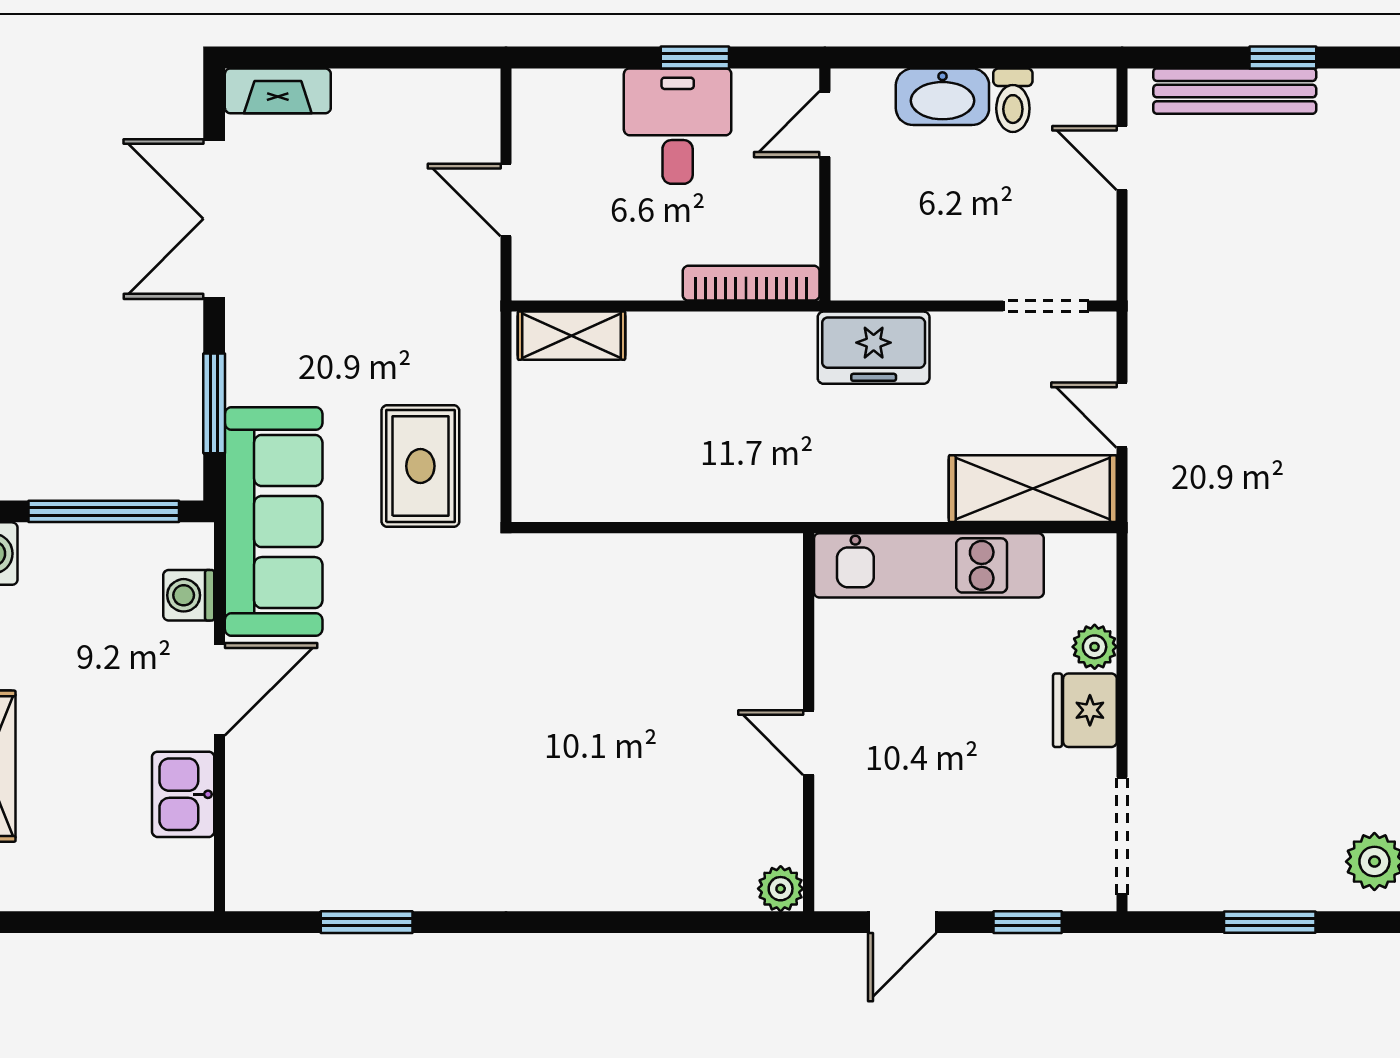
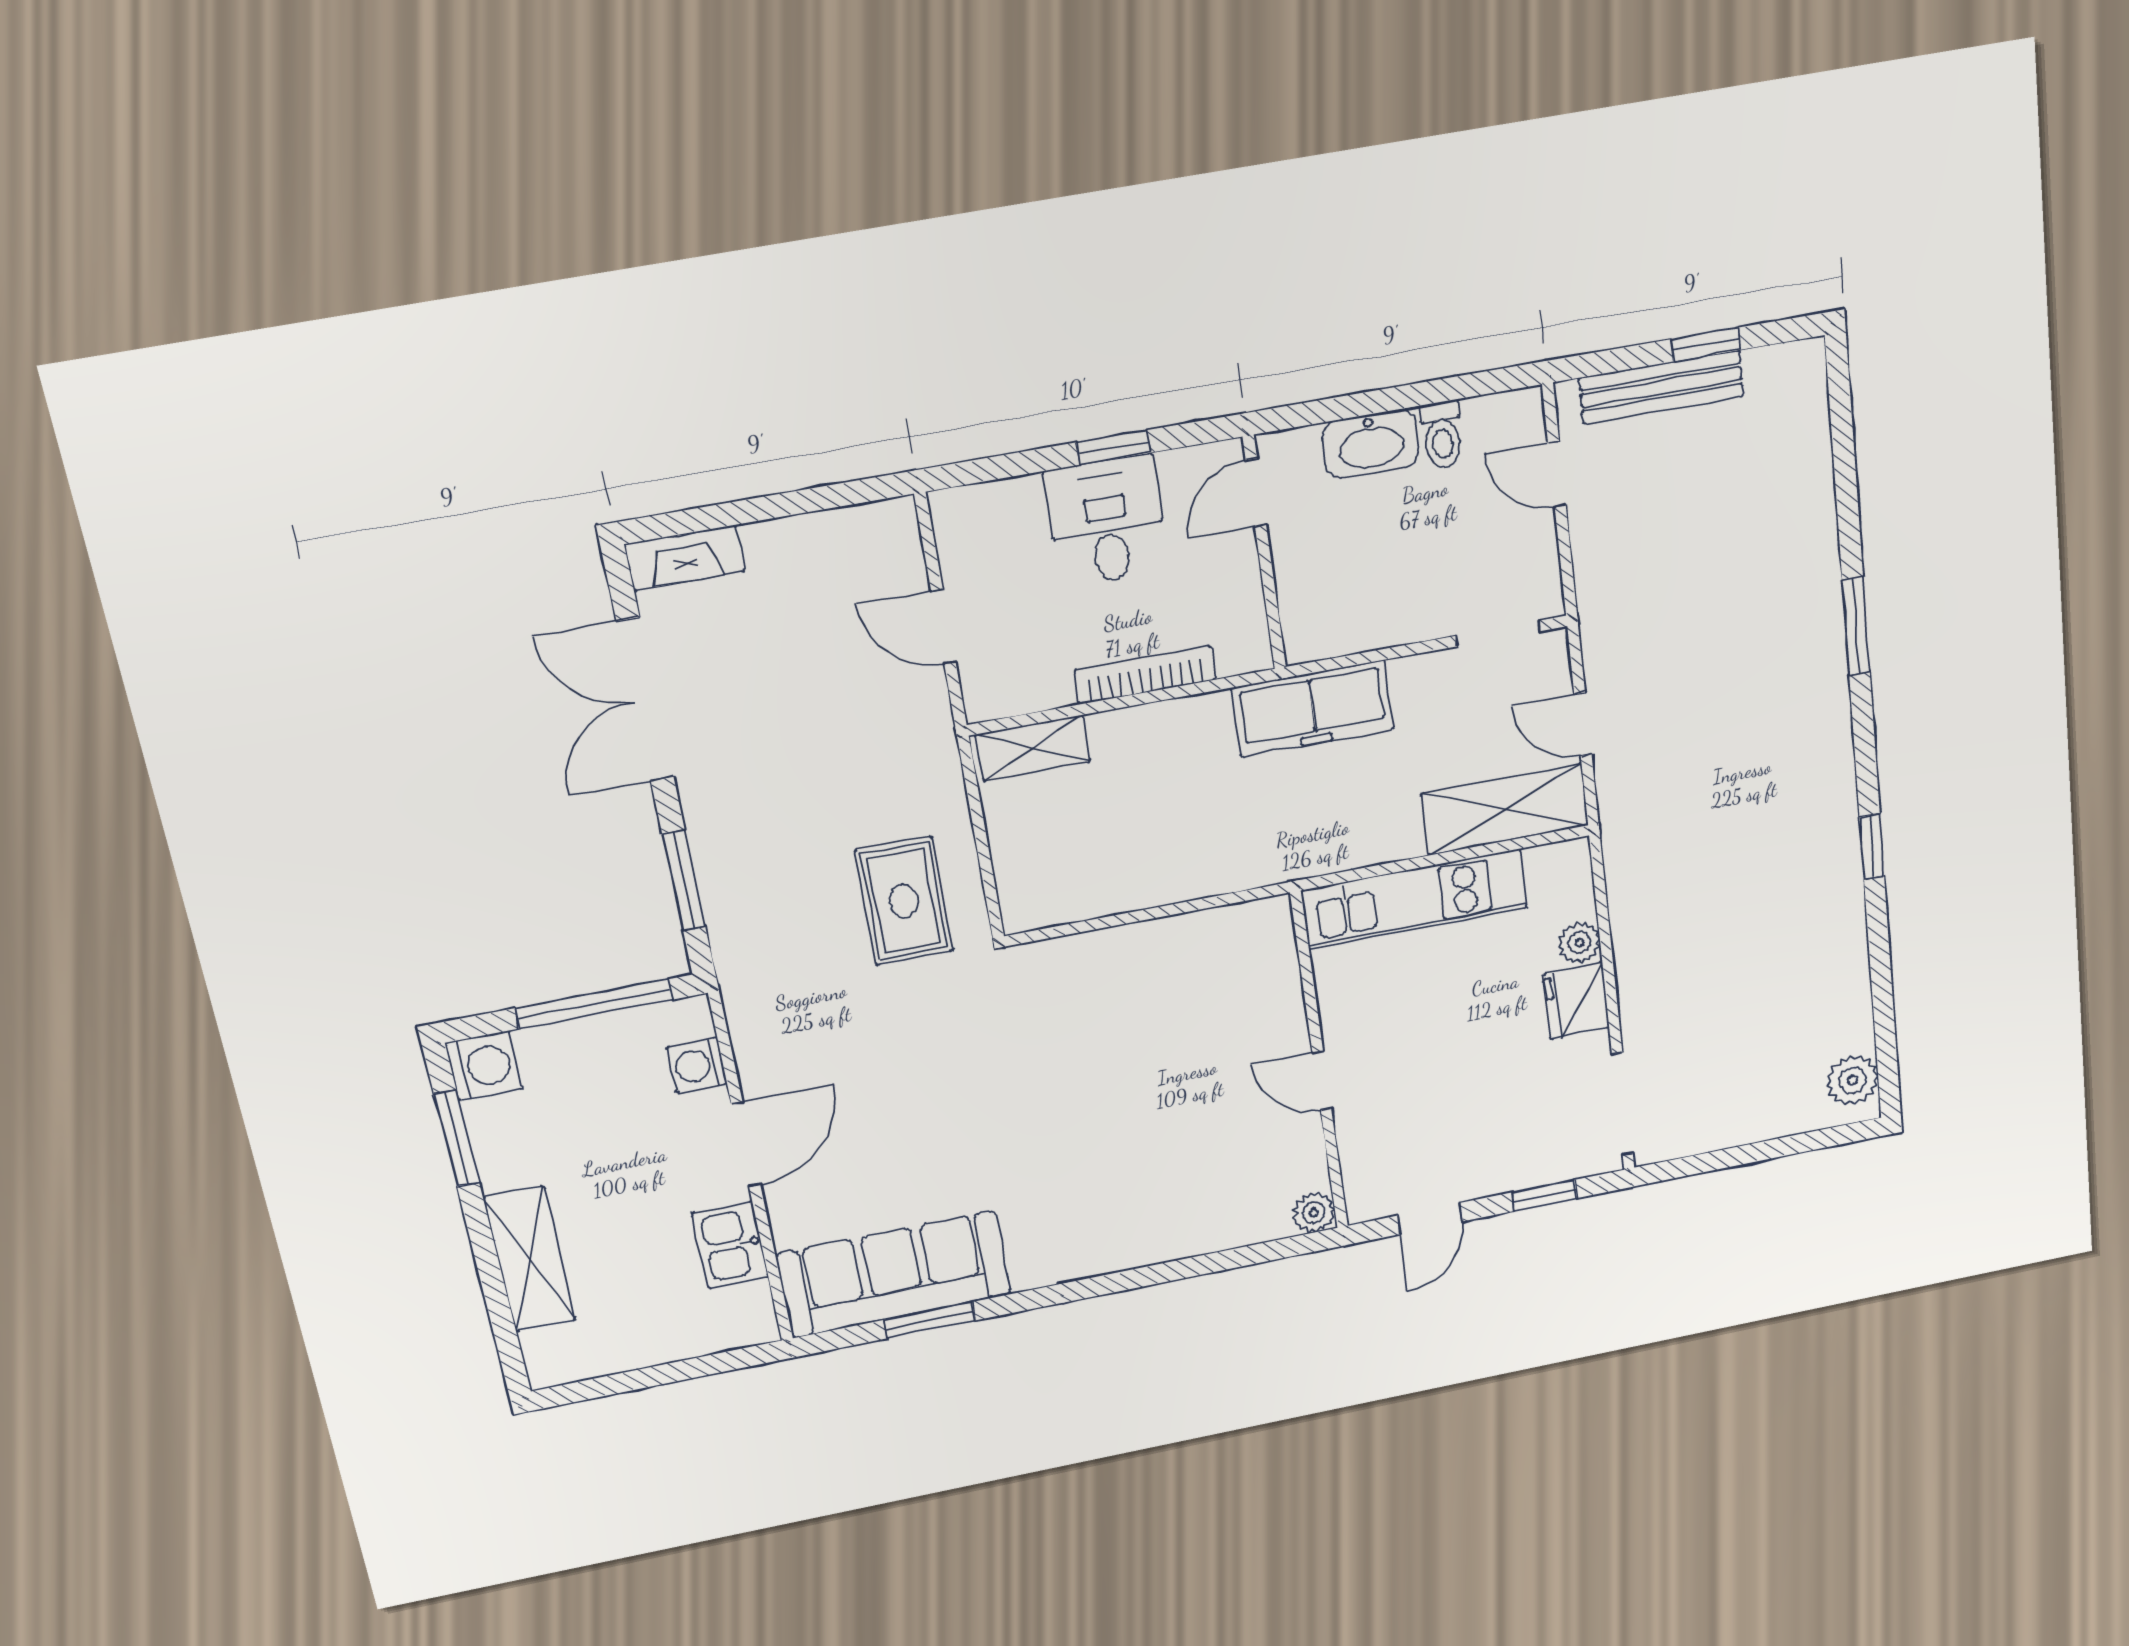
bookcase: (751, 283) -> (1145, 675), moved
freezer: (874, 348) -> (1313, 709), width x1.40
sofa: (274, 522) -> (894, 1274), moved, turned -90
window: (1270, 922) -> (1763, 1151), removed

